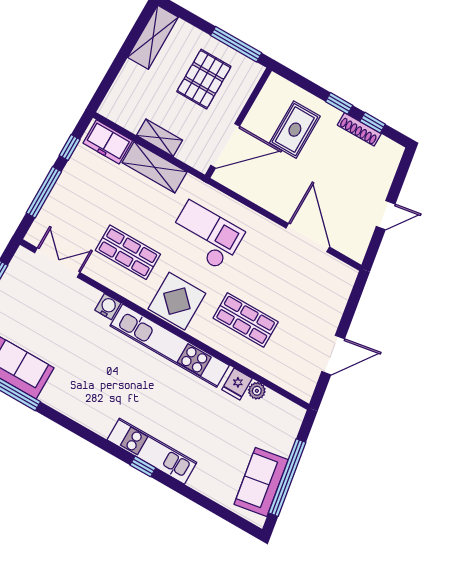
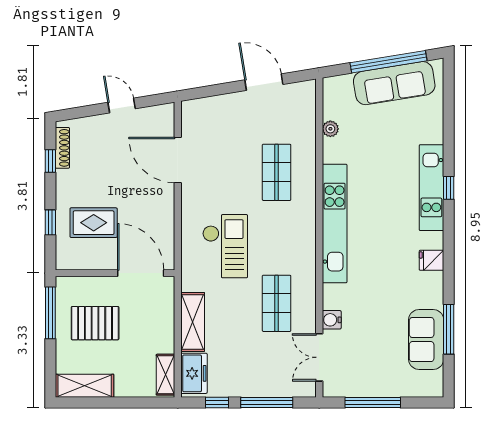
window: (339, 103) -> (50, 222), moved
shoe rack: (359, 129) -> (62, 148), moved
shelving: (160, 138) -> (165, 375), moved
checkout: (206, 236) -> (225, 246), turned 180
door: (308, 238) -> (178, 160), hinge flipped
display table: (177, 301) -> (294, 239), removed
water cooler: (108, 307) -> (332, 320), moved
fridge: (237, 384) -> (431, 260), moved, turned 180
sofa: (261, 482) -> (394, 83), width x1.36

